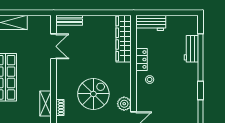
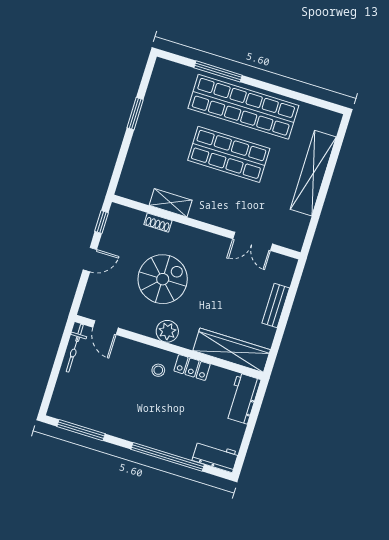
bench: (69, 20) -> (276, 305), moved
workbench: (191, 49) -> (215, 456), moved
spiral stairs: (93, 94) -> (163, 279), turned -90
plant: (124, 104) -> (167, 331), moved

